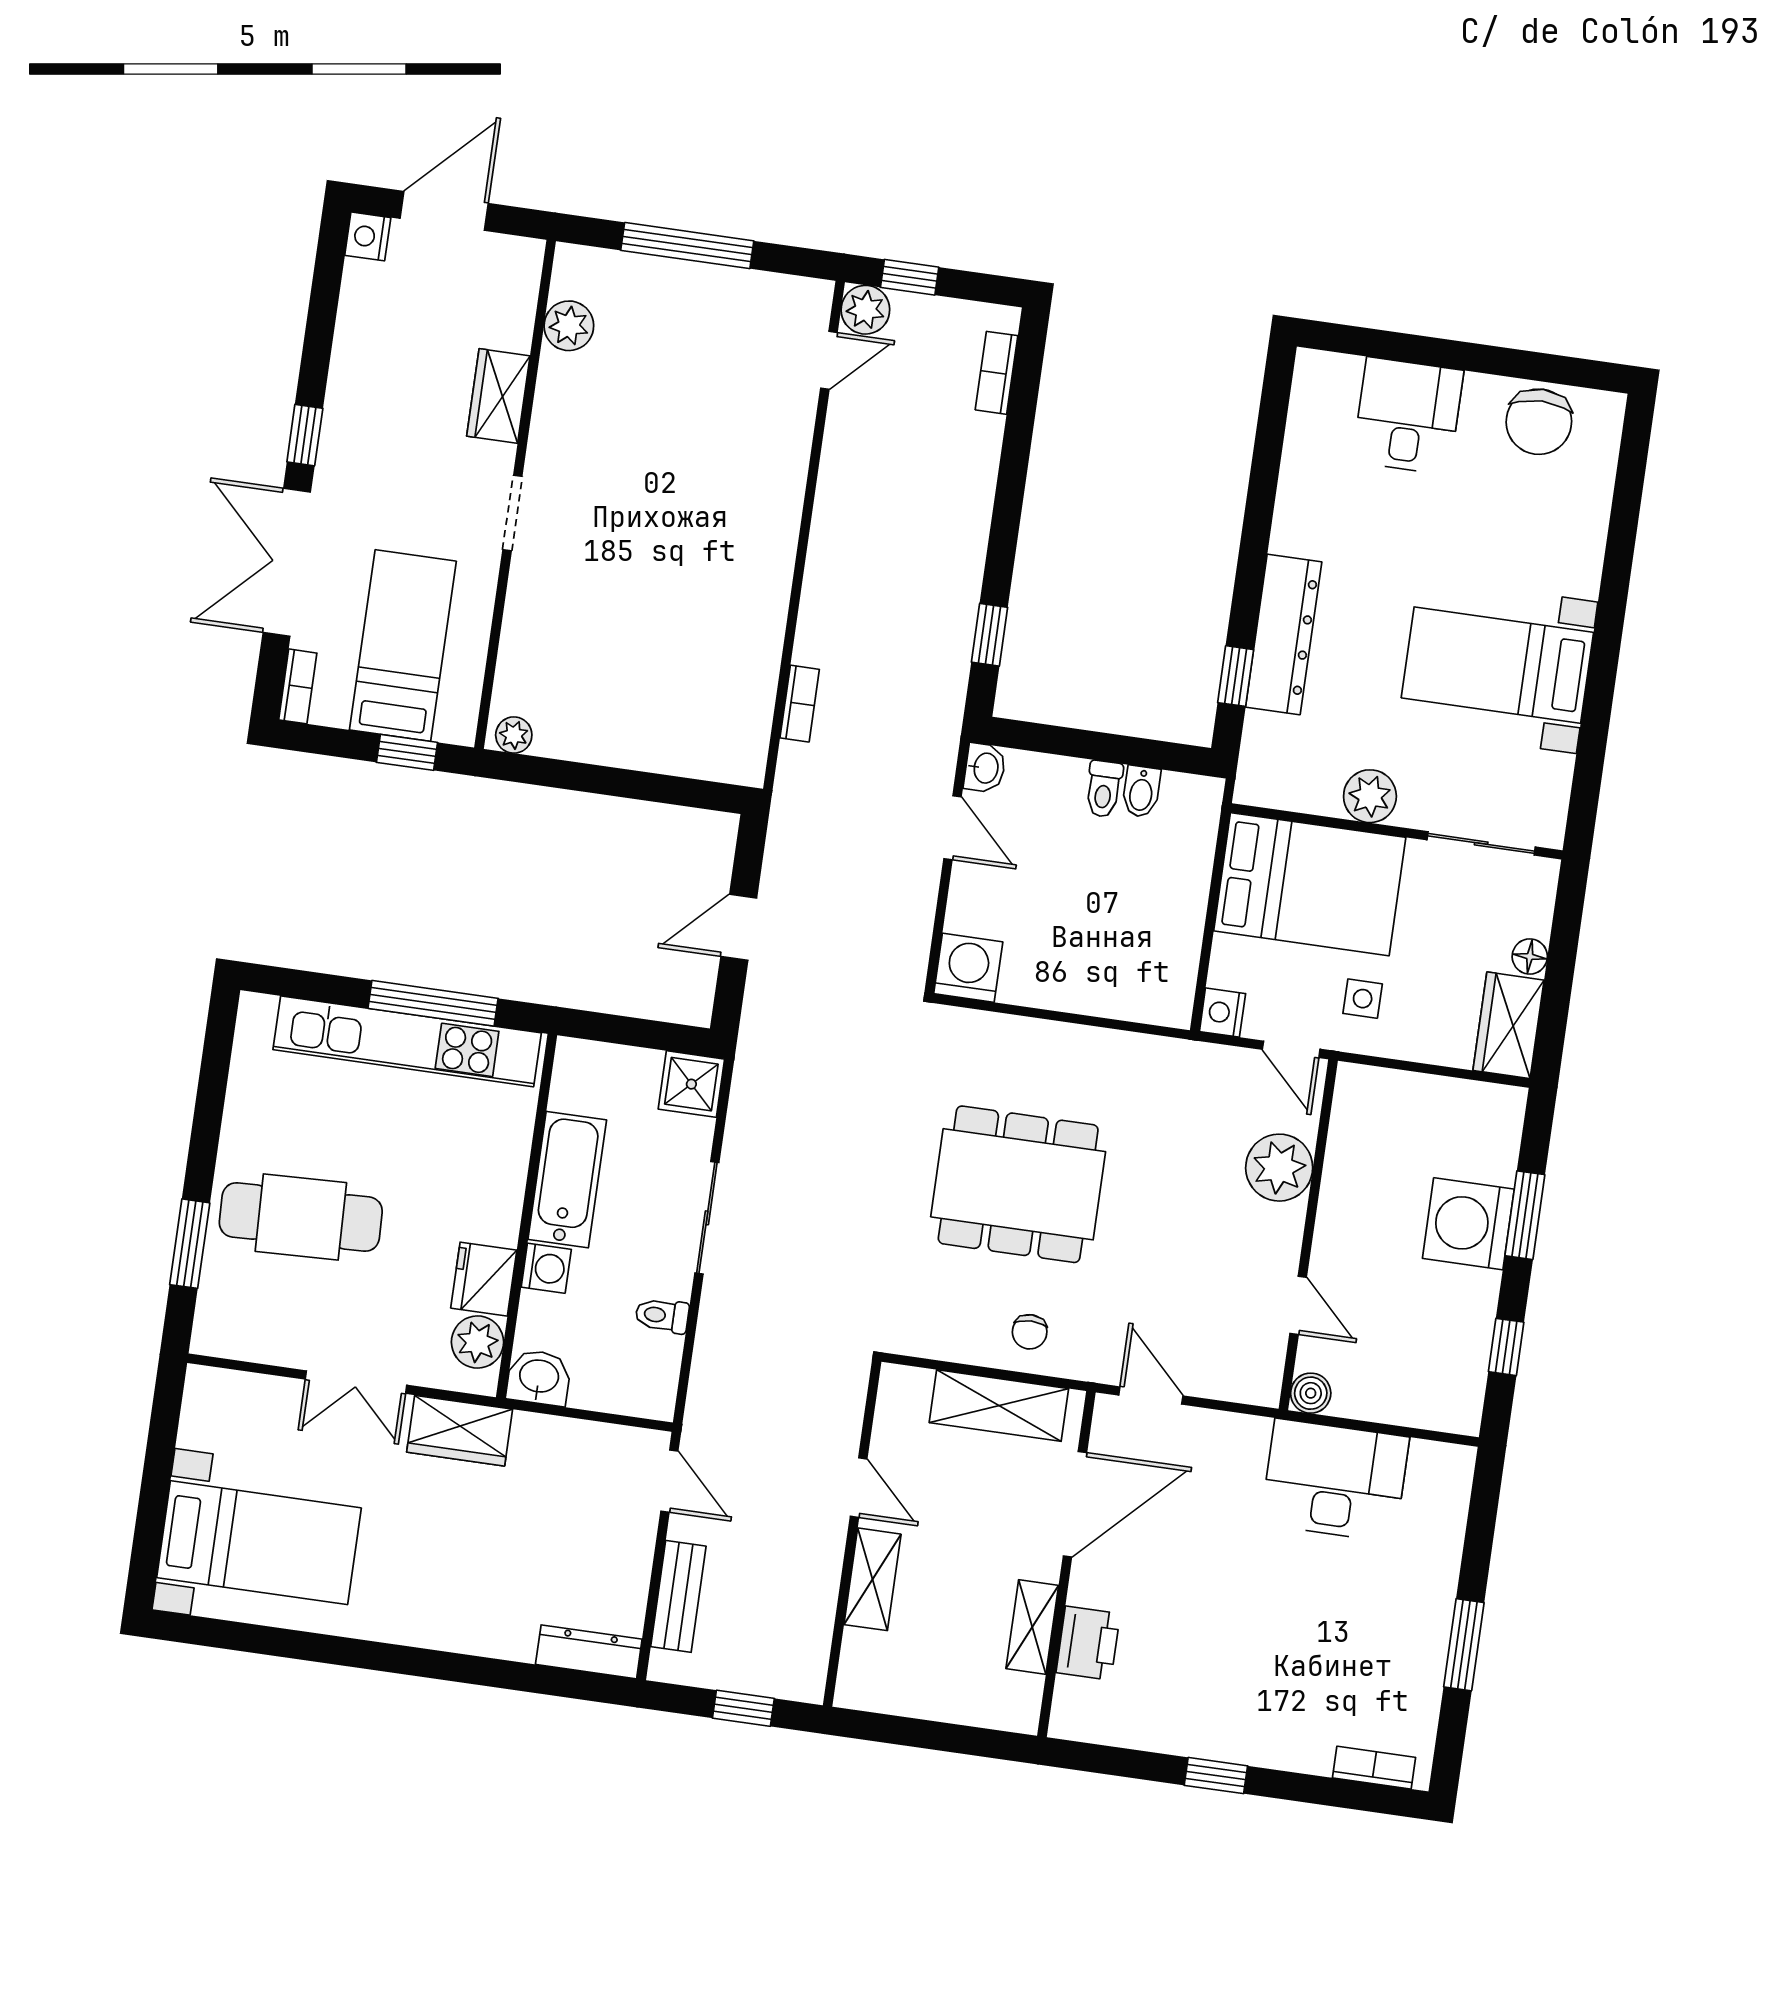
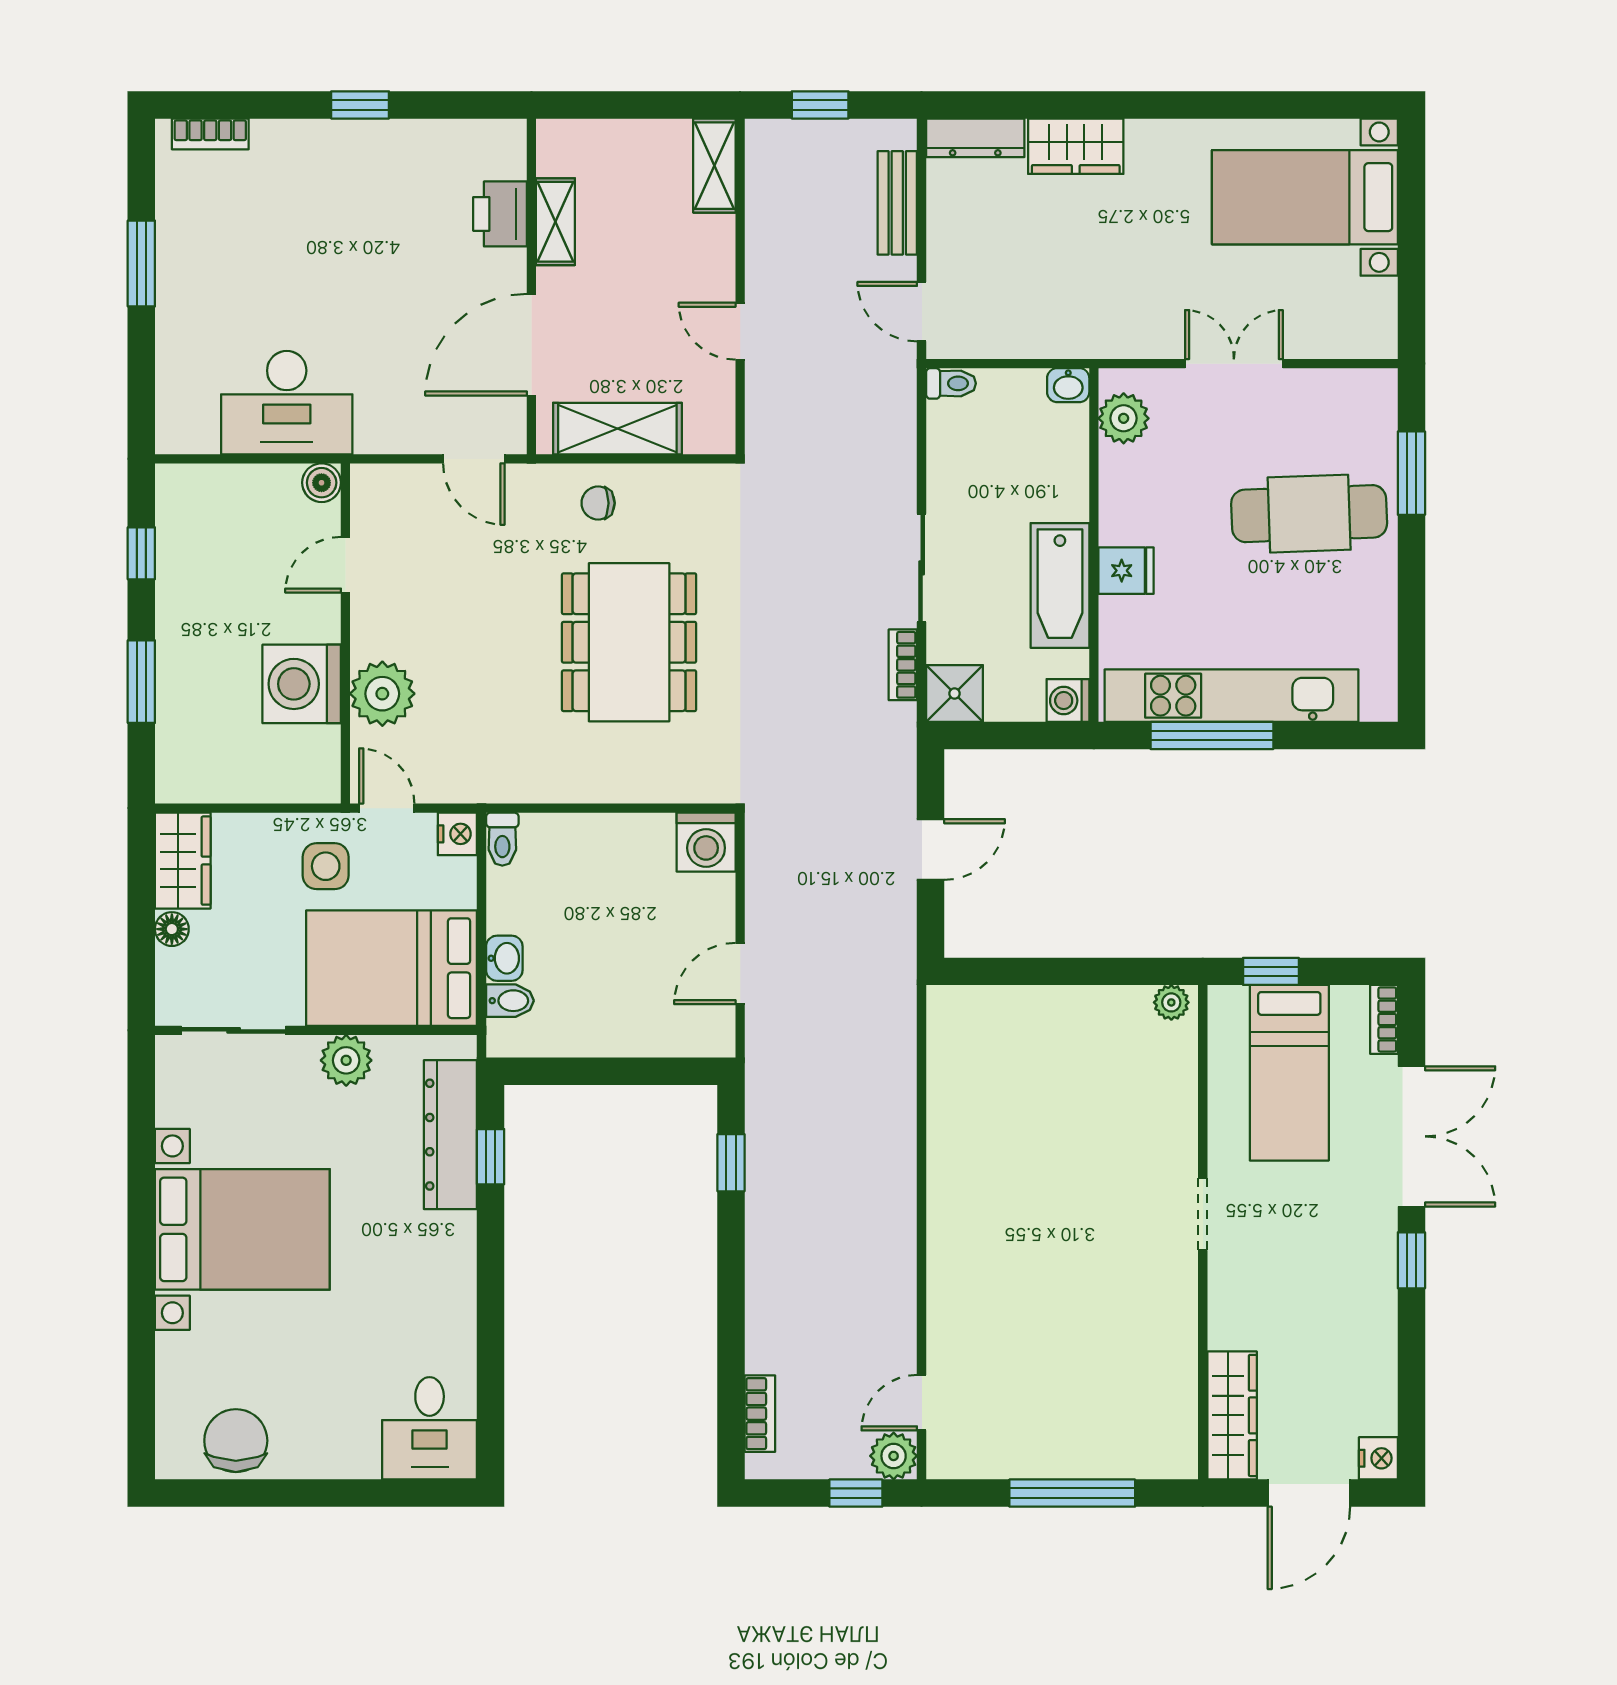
plant: (569, 326) -> (1174, 1400), removed
wardrobe: (498, 396) -> (1232, 1415), moved, width x1.50
desk: (1408, 416) -> (430, 1428), moved
dresser: (1284, 634) -> (450, 1135), moved
bed with nightstands: (1497, 665) -> (242, 1229), width x1.36
bookcase: (800, 704) -> (903, 665), moved
washbasin: (985, 768) -> (504, 958), moved, turned 180
toilet: (1104, 789) -> (502, 839), moved, turned 180
bidet: (1141, 792) -> (510, 1001), moved, turned 90
door: (953, 828) -> (740, 973), hinge flipped
side table: (1363, 999) -> (326, 866), width x1.37, depth x1.37
dining table: (1018, 1184) -> (629, 642), turned 90
washing machine: (1468, 1224) -> (302, 684), moved, turned 180
washing machine: (546, 1268) -> (1068, 701), moved
fridge: (484, 1279) -> (1126, 571), moved, width x0.72
door: (1298, 1305) -> (345, 565), hinge flipped
toilet: (662, 1315) -> (951, 383), moved
chair: (1030, 1332) -> (598, 503), turned -90
washbasin: (539, 1378) -> (1068, 385), width x0.72, depth x0.69
wardrobe: (460, 1431) -> (1076, 146), moved, turned 180
shelving: (873, 1579) -> (714, 166), moved

